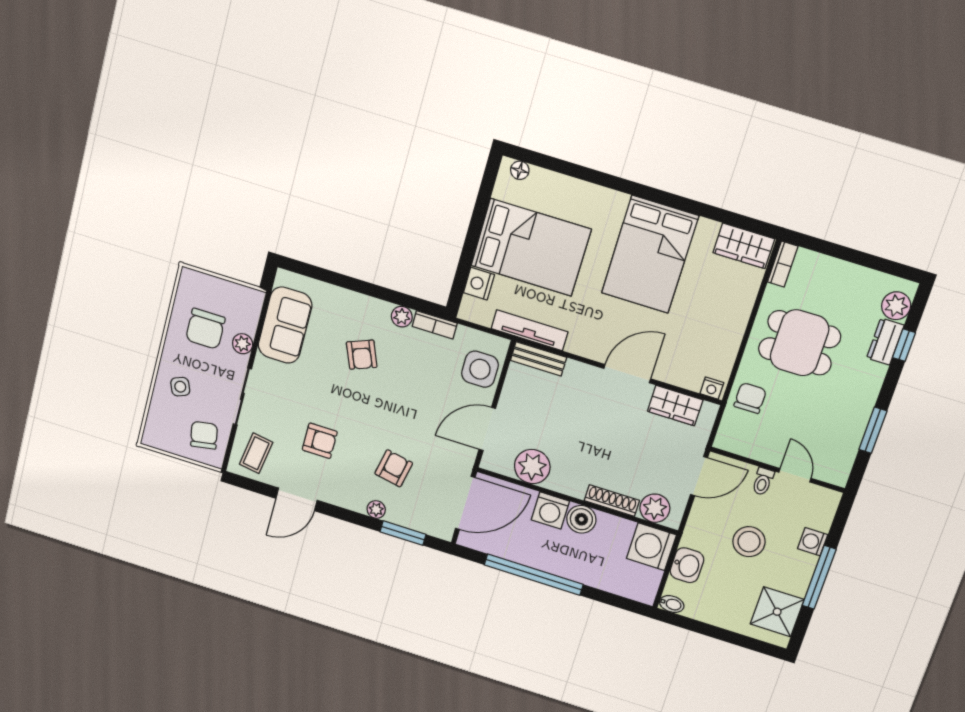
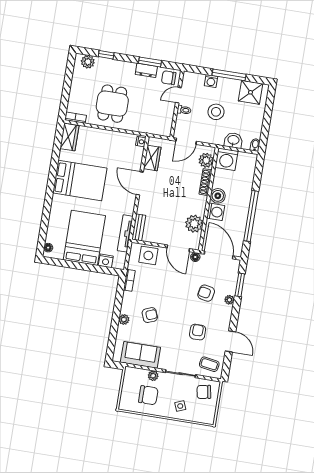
plant: (402, 317) -> (124, 320), moved
dresser: (885, 342) -> (146, 70), moved
chair: (750, 398) -> (169, 78), moved
floor lamp: (466, 459) -> (195, 257), added
door: (699, 476) -> (186, 141), swing flipped

